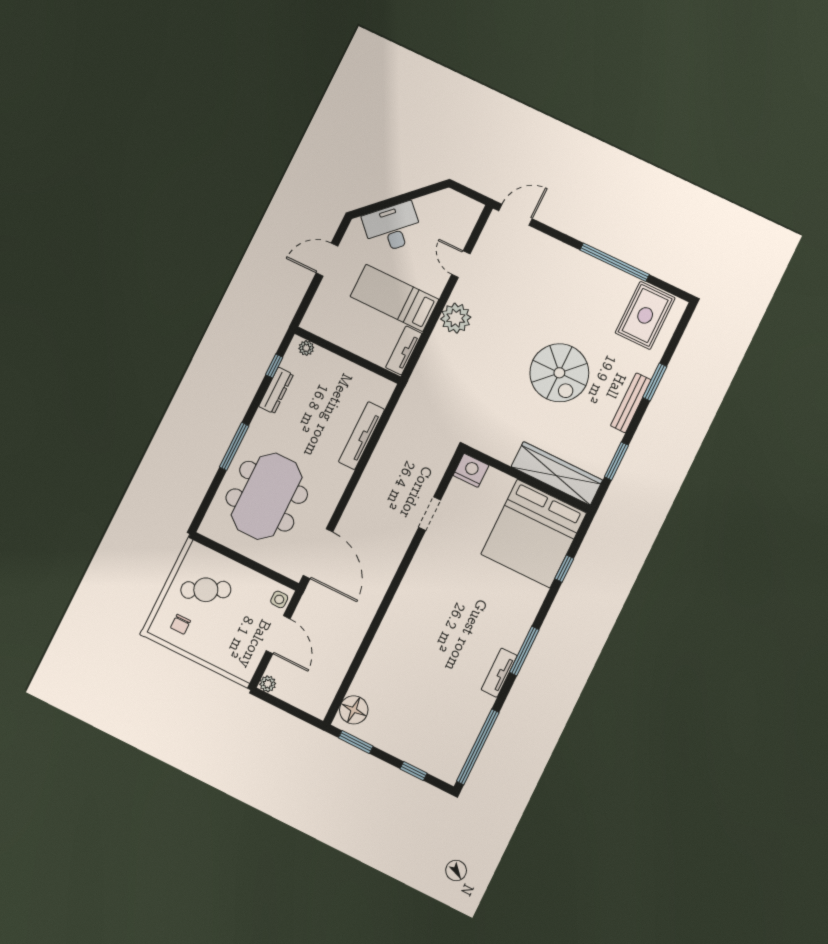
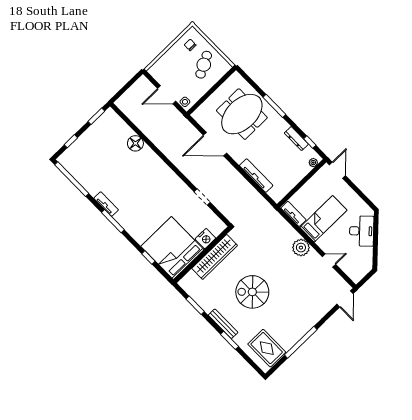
door: (327, 260) -> (337, 170), moved
nightstand: (471, 470) -> (205, 239), moved
wardrobe: (557, 473) -> (215, 257), moved
meeting table: (267, 496) -> (242, 114), turned 90
door: (318, 554) -> (215, 144), moved
plant: (268, 684) -> (143, 80), removed
floor lamp: (354, 710) -> (135, 143), moved

